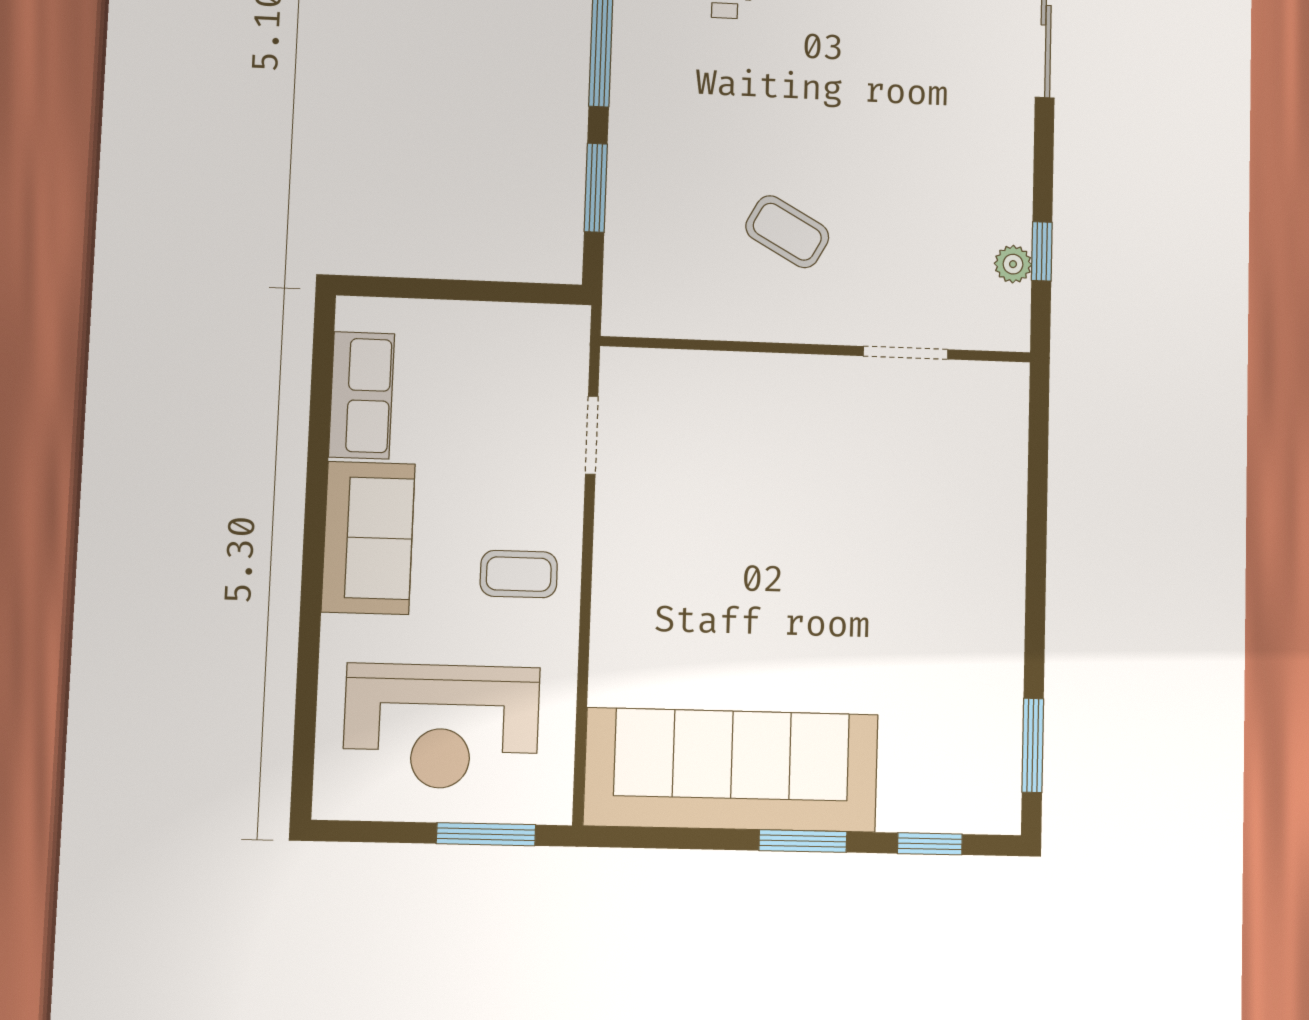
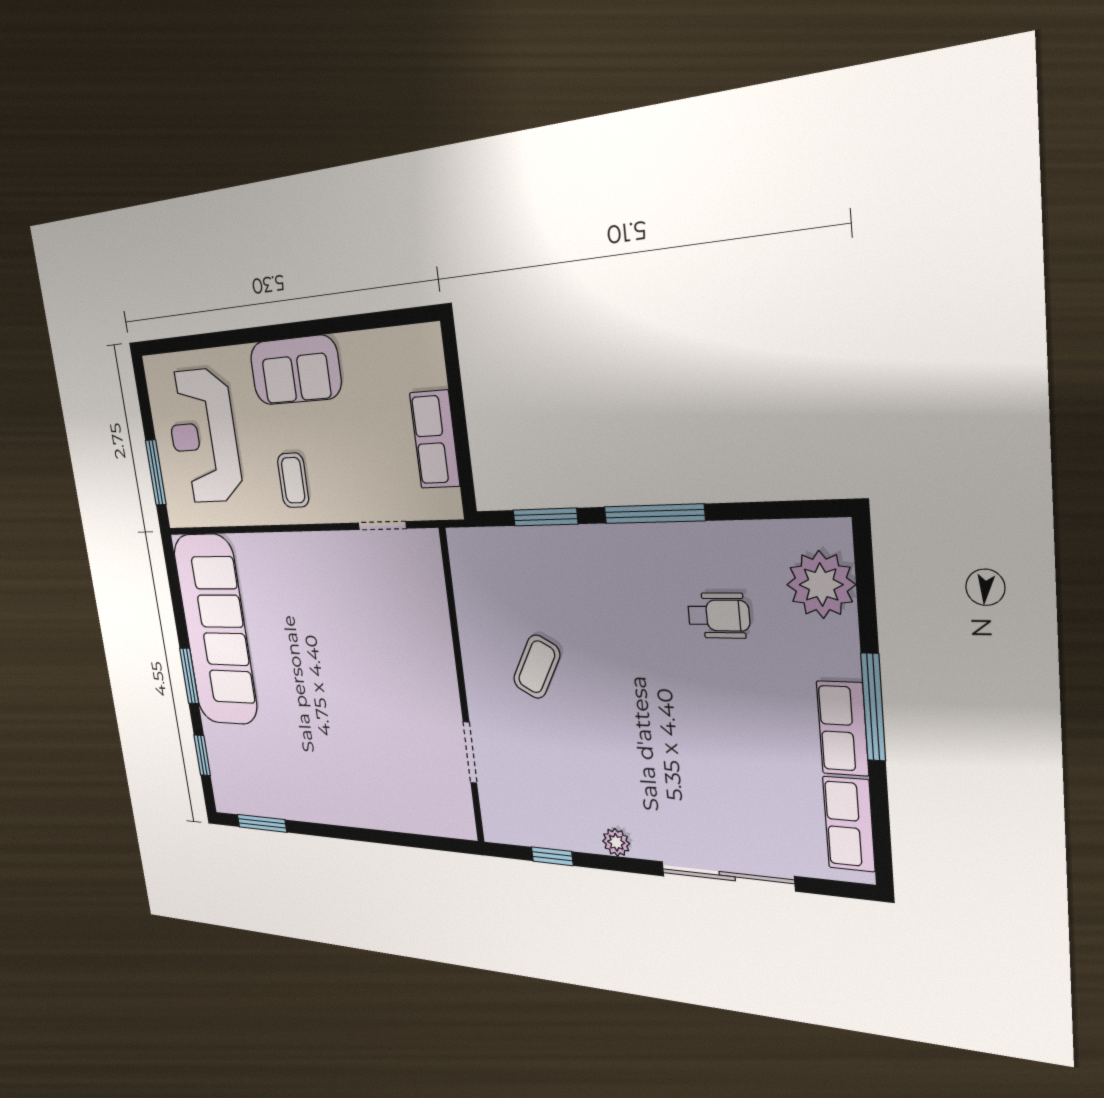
plant: (1013, 264) -> (616, 842), moved
row of seats: (362, 395) -> (435, 439), moved, turned 90

